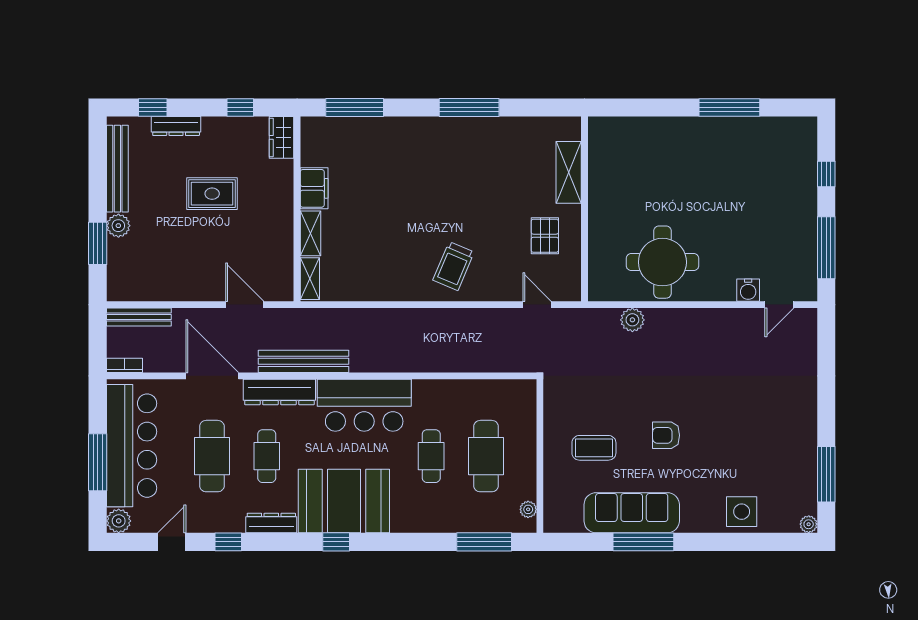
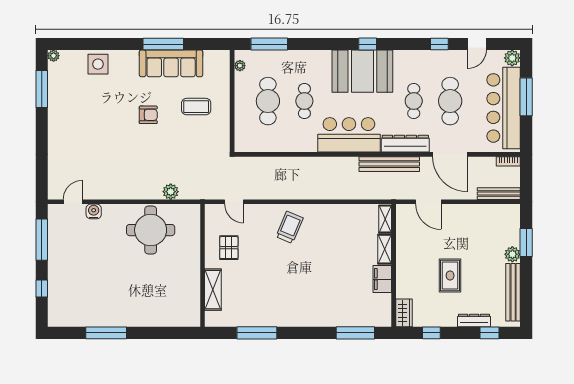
window: (469, 107) -> (257, 333), moved
rug: (212, 194) -> (450, 276), turned 90
dresser: (271, 523) -> (411, 57), removed

